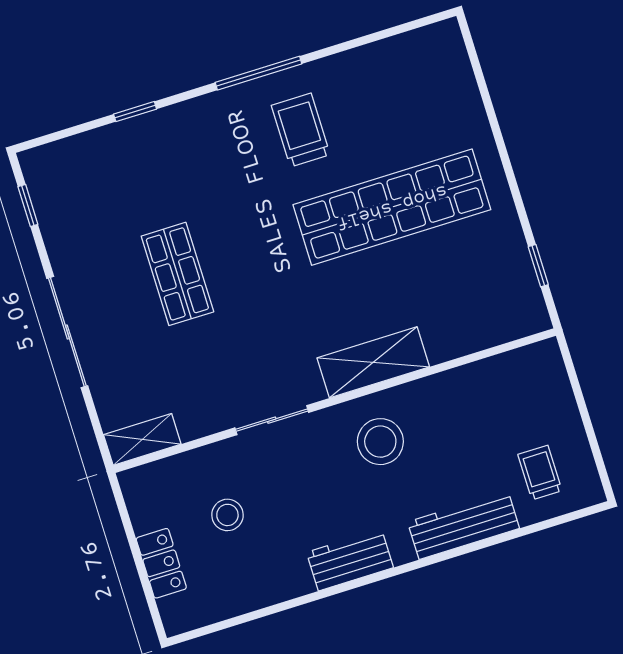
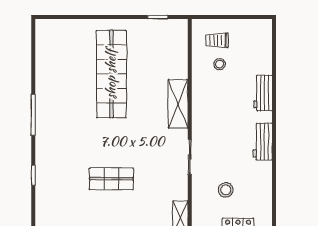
trolley: (301, 130) -> (64, 104), removed
stool: (380, 442) -> (220, 64), moved, width x0.53, depth x0.53
trolley: (540, 472) -> (217, 40), moved
workbench: (464, 525) -> (263, 93), width x0.73

